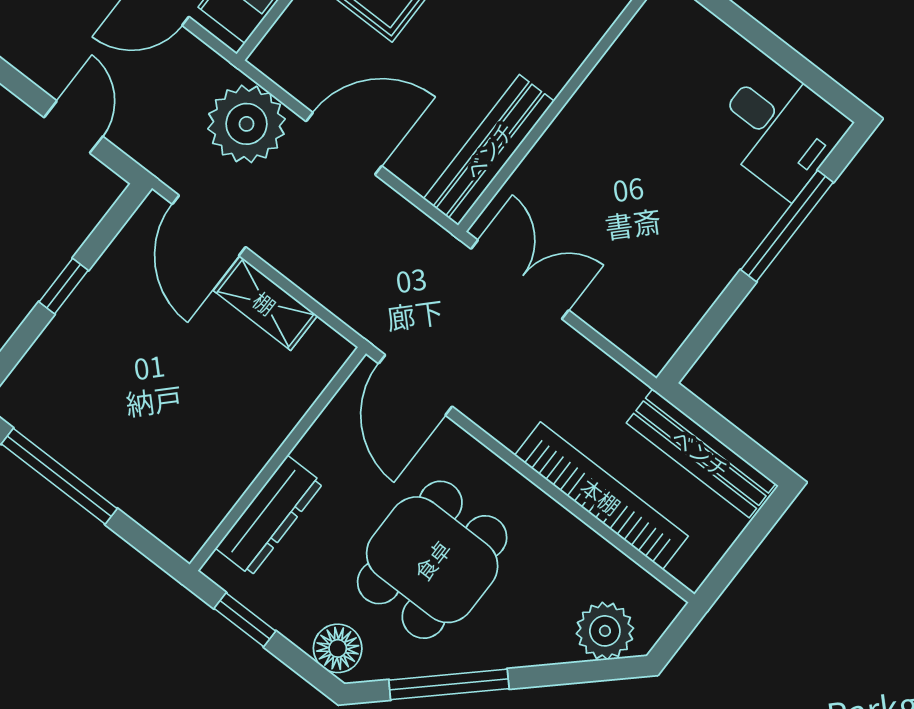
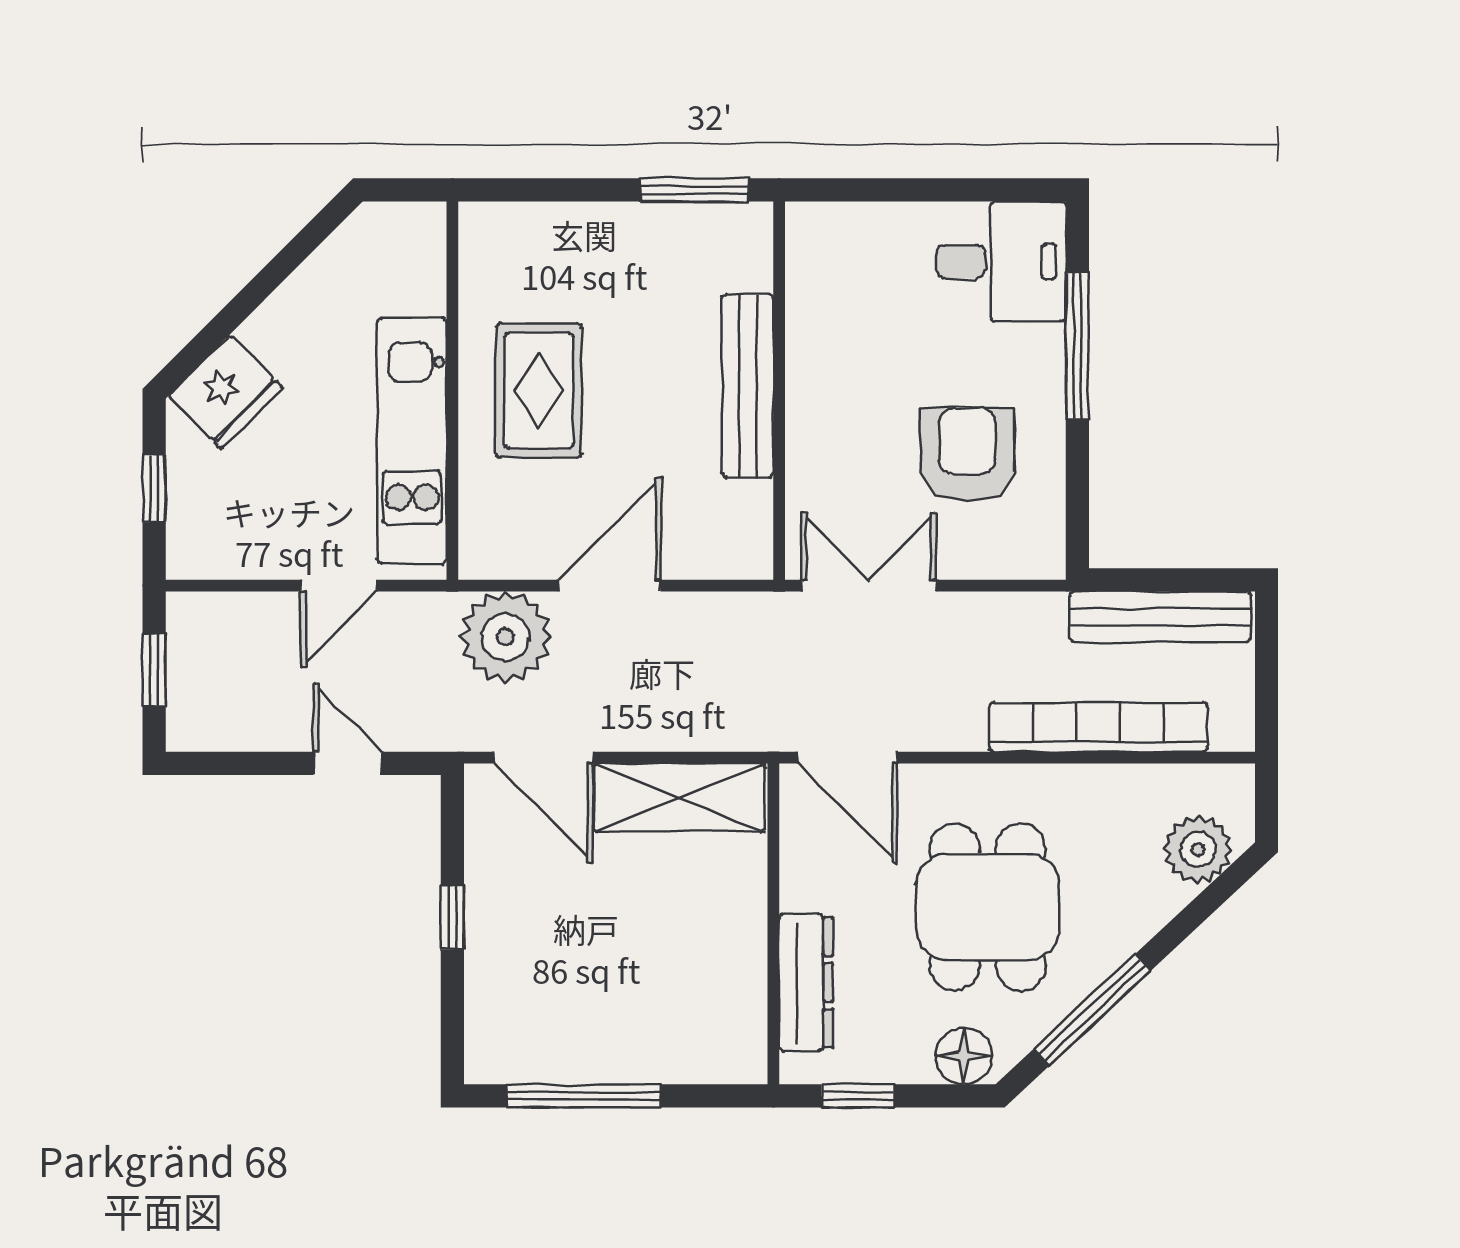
bench: (489, 150) -> (748, 386), moved
armchair: (655, 242) -> (967, 454), added
shelving: (265, 303) -> (679, 798), width x1.50, depth x1.33

